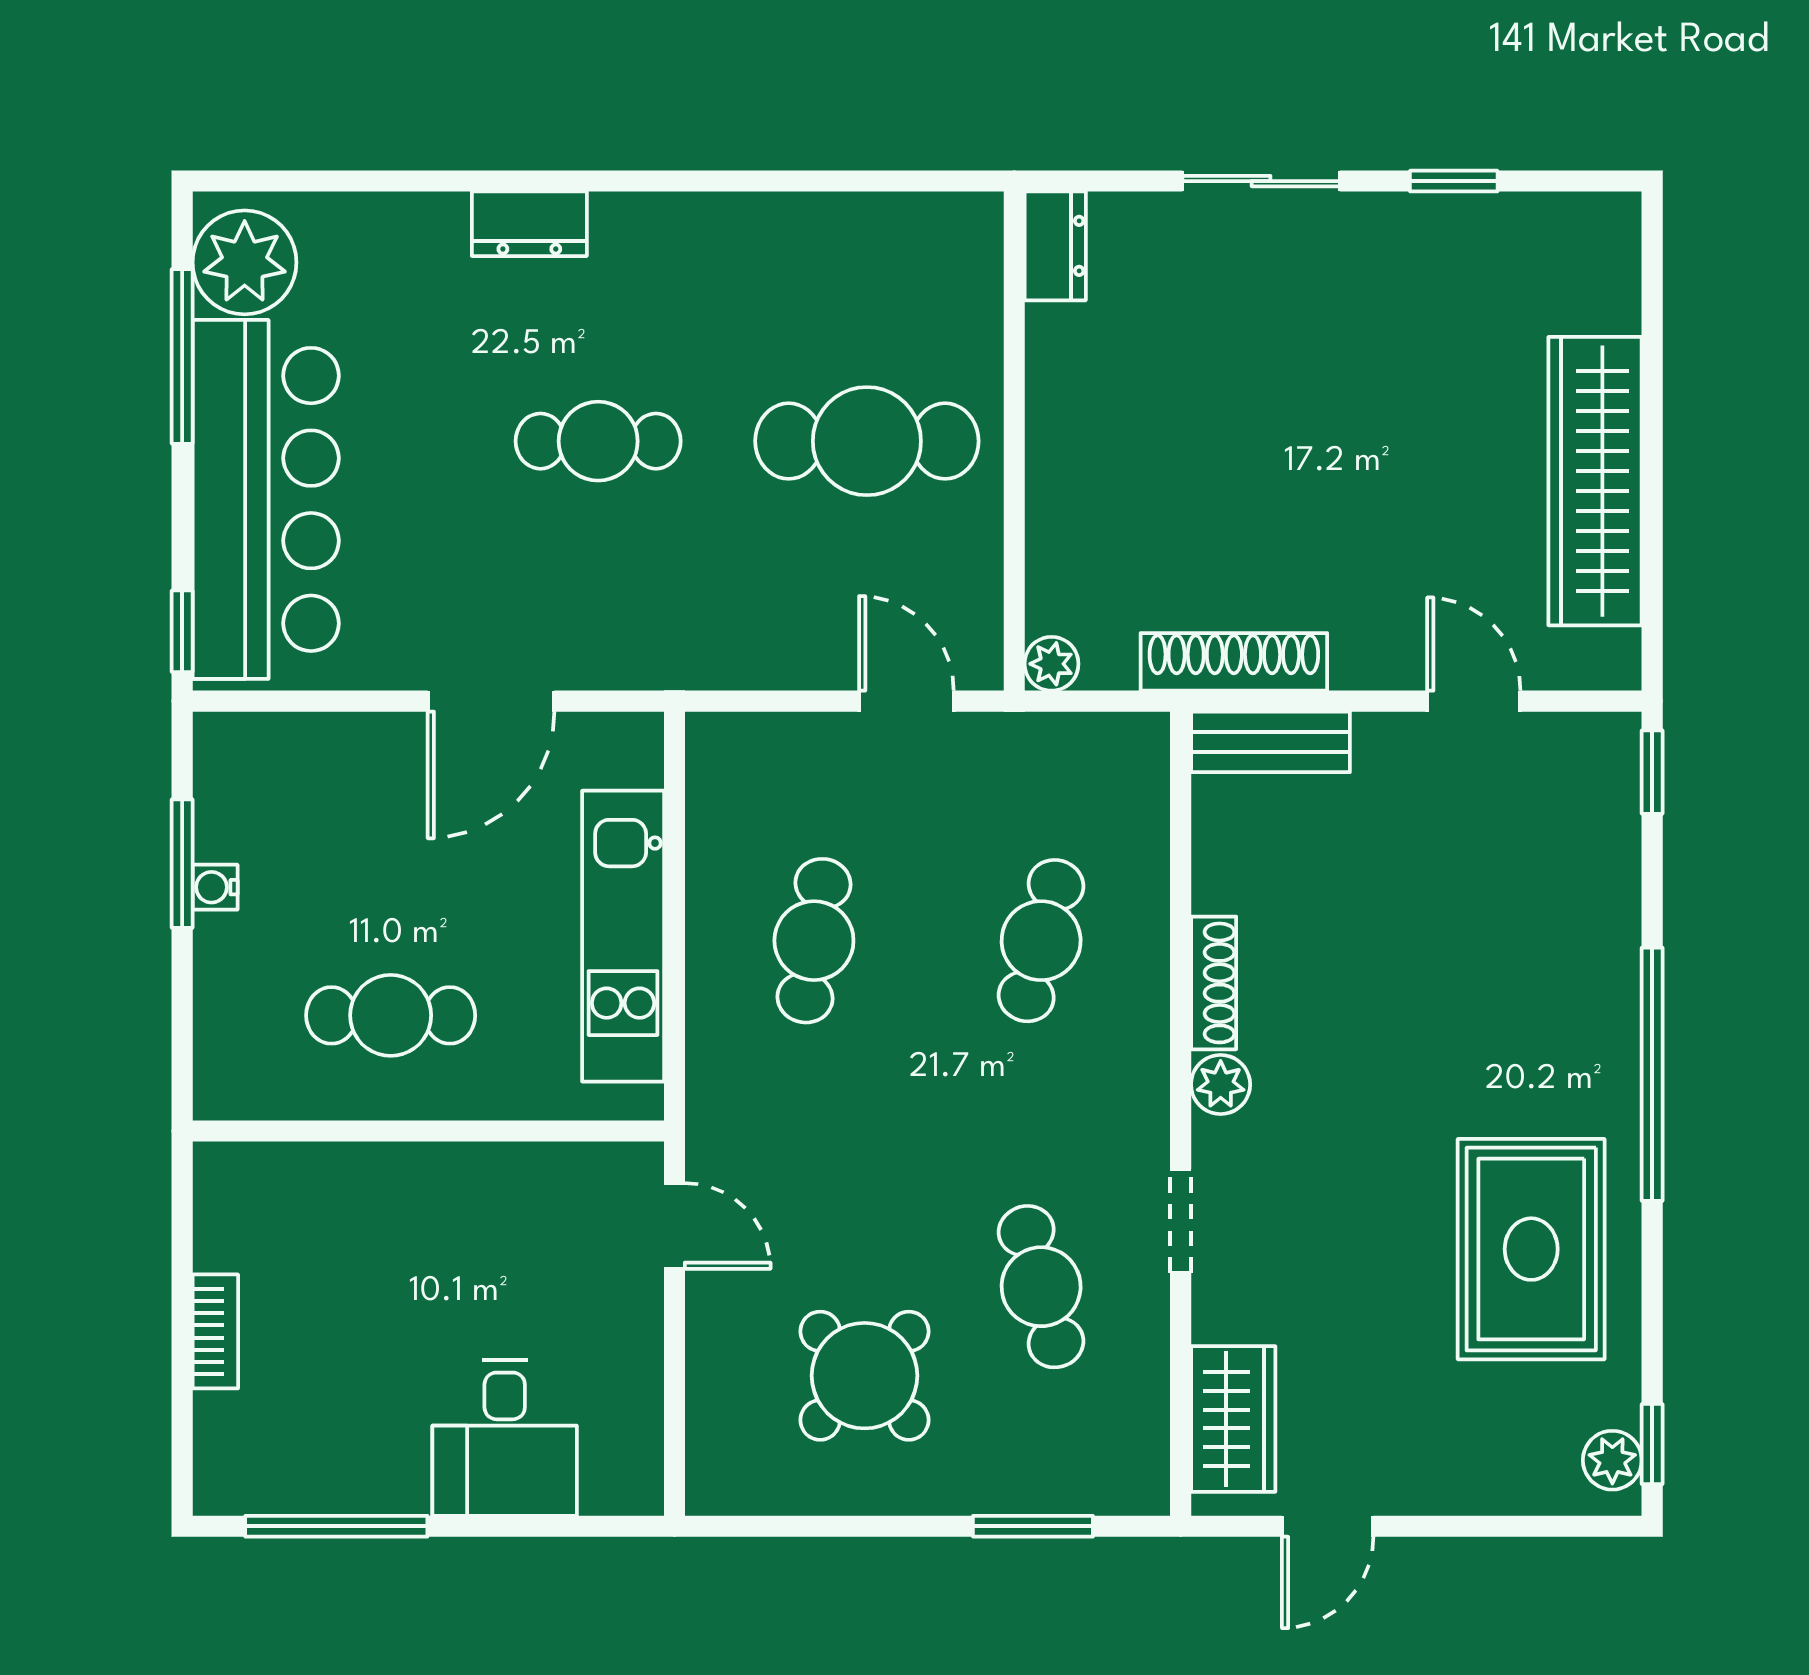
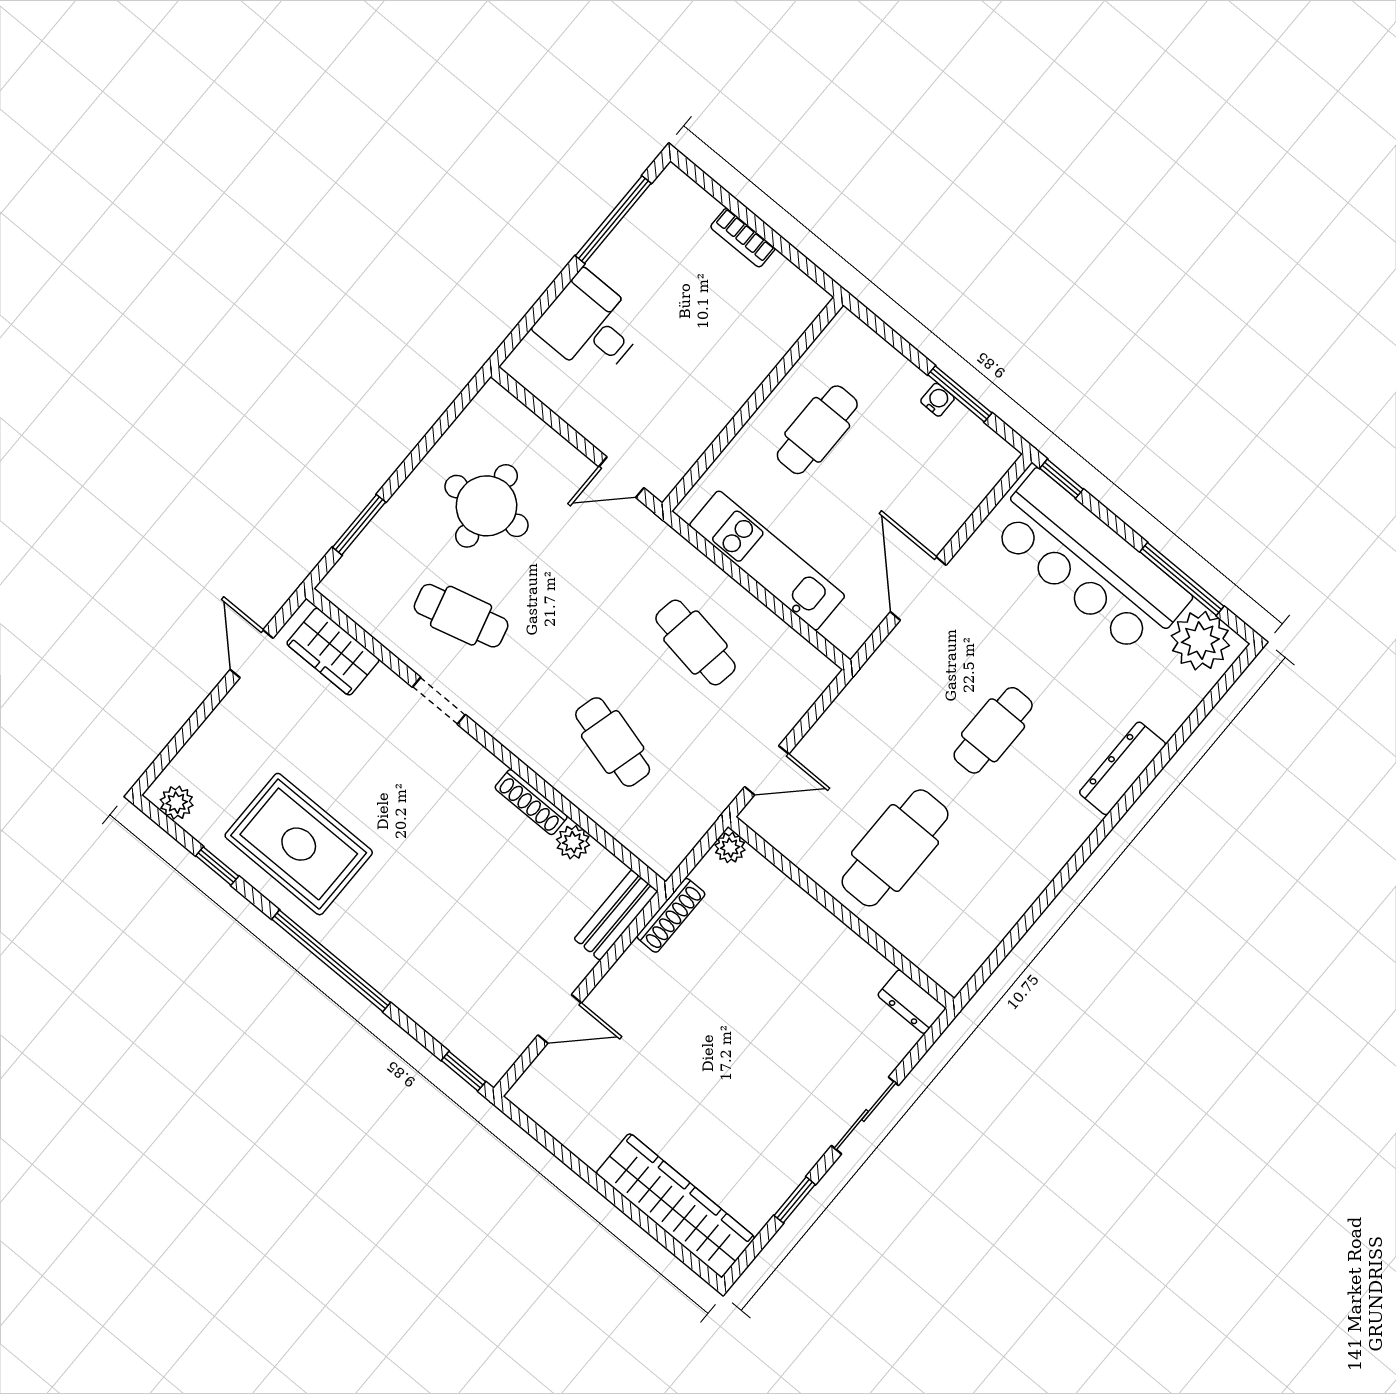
dresser: (529, 224) -> (1123, 768), width x1.44
wardrobe: (1595, 481) -> (675, 1205), moved
shoe rack: (1234, 662) -> (671, 915), width x0.74, depth x0.81
plant: (1221, 1084) -> (573, 842), moved
round table: (865, 1376) -> (486, 506), turned 38
window: (1652, 1444) -> (217, 866), moved

